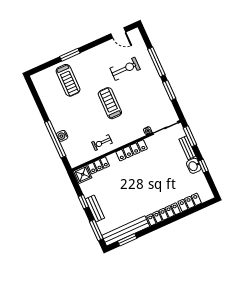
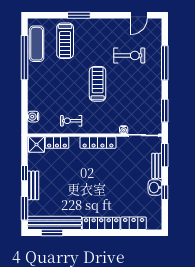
door: (118, 33) -> (139, 15), hinge flipped
window: (169, 90) -> (165, 111), moved
exercise mat: (46, 93) -> (37, 44), added
water cooler: (62, 136) -> (33, 117), moved
window: (55, 139) -> (24, 58), moved

